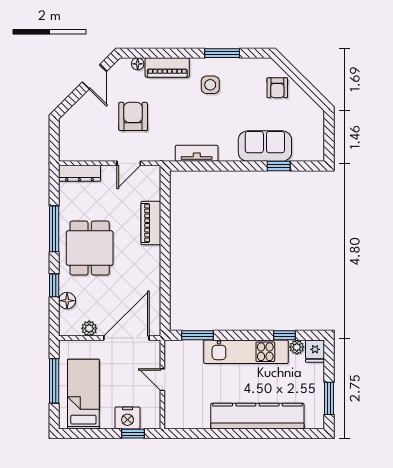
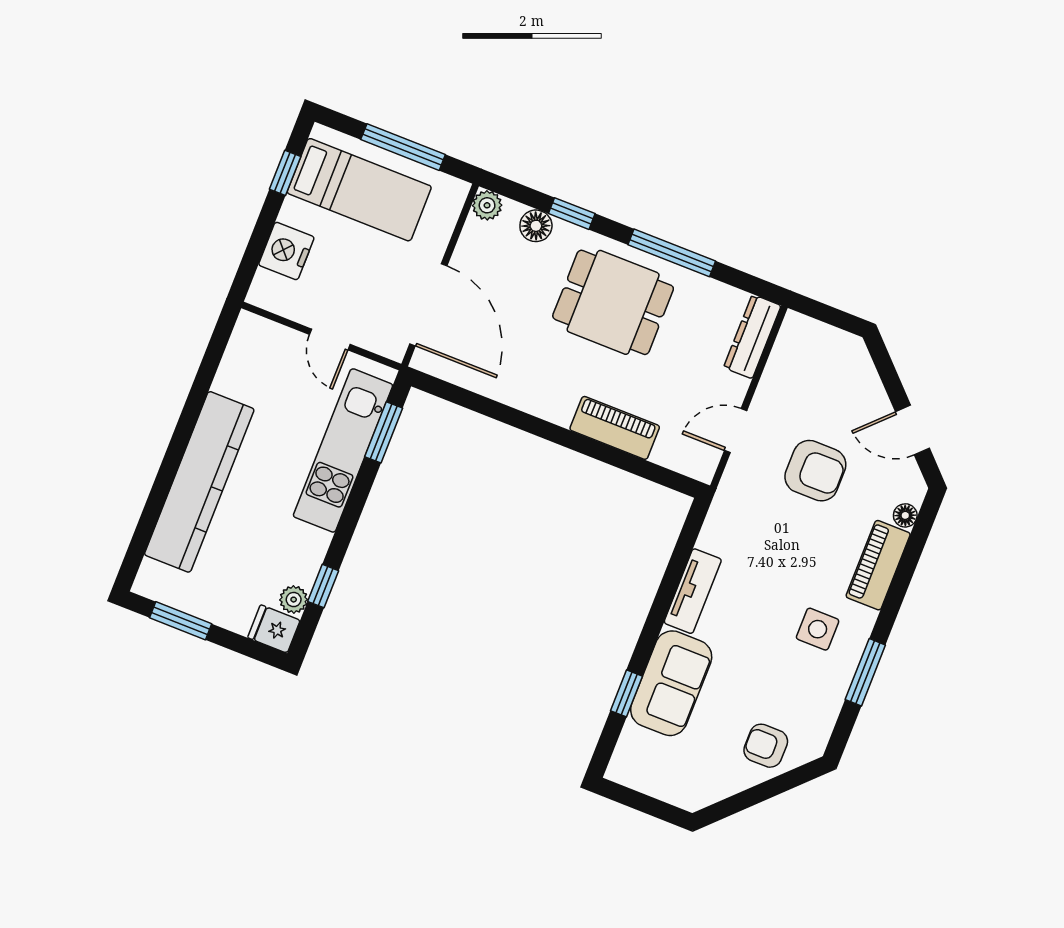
tv unit: (197, 153) -> (693, 591), moved
door: (129, 163) -> (736, 431), hinge flipped
plant: (89, 328) -> (487, 205), moved
kitchen unit: (246, 352) -> (343, 450), moved
door: (162, 380) -> (330, 339), swing flipped
window: (133, 434) -> (285, 173), moved

